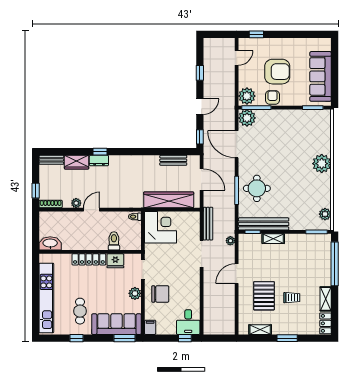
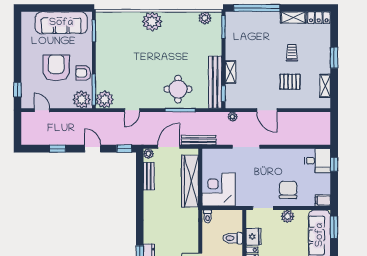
door: (237, 144) -> (132, 110), width x0.53
plant: (195, 160) -> (148, 154), added
bench: (208, 224) -> (199, 140), moved
pallet: (264, 296) -> (290, 82), width x0.67, depth x0.71

